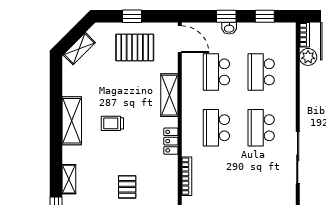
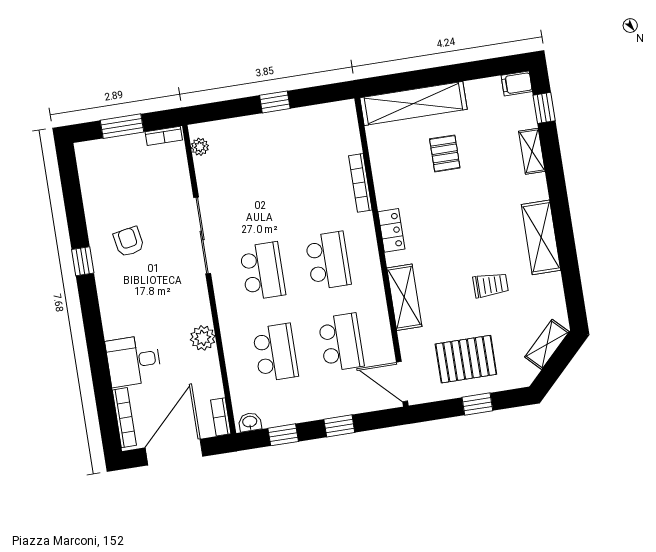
washbasin: (229, 28) -> (250, 422), moved
plant: (308, 57) -> (203, 338), moved
trolley: (112, 123) -> (491, 285), moved

